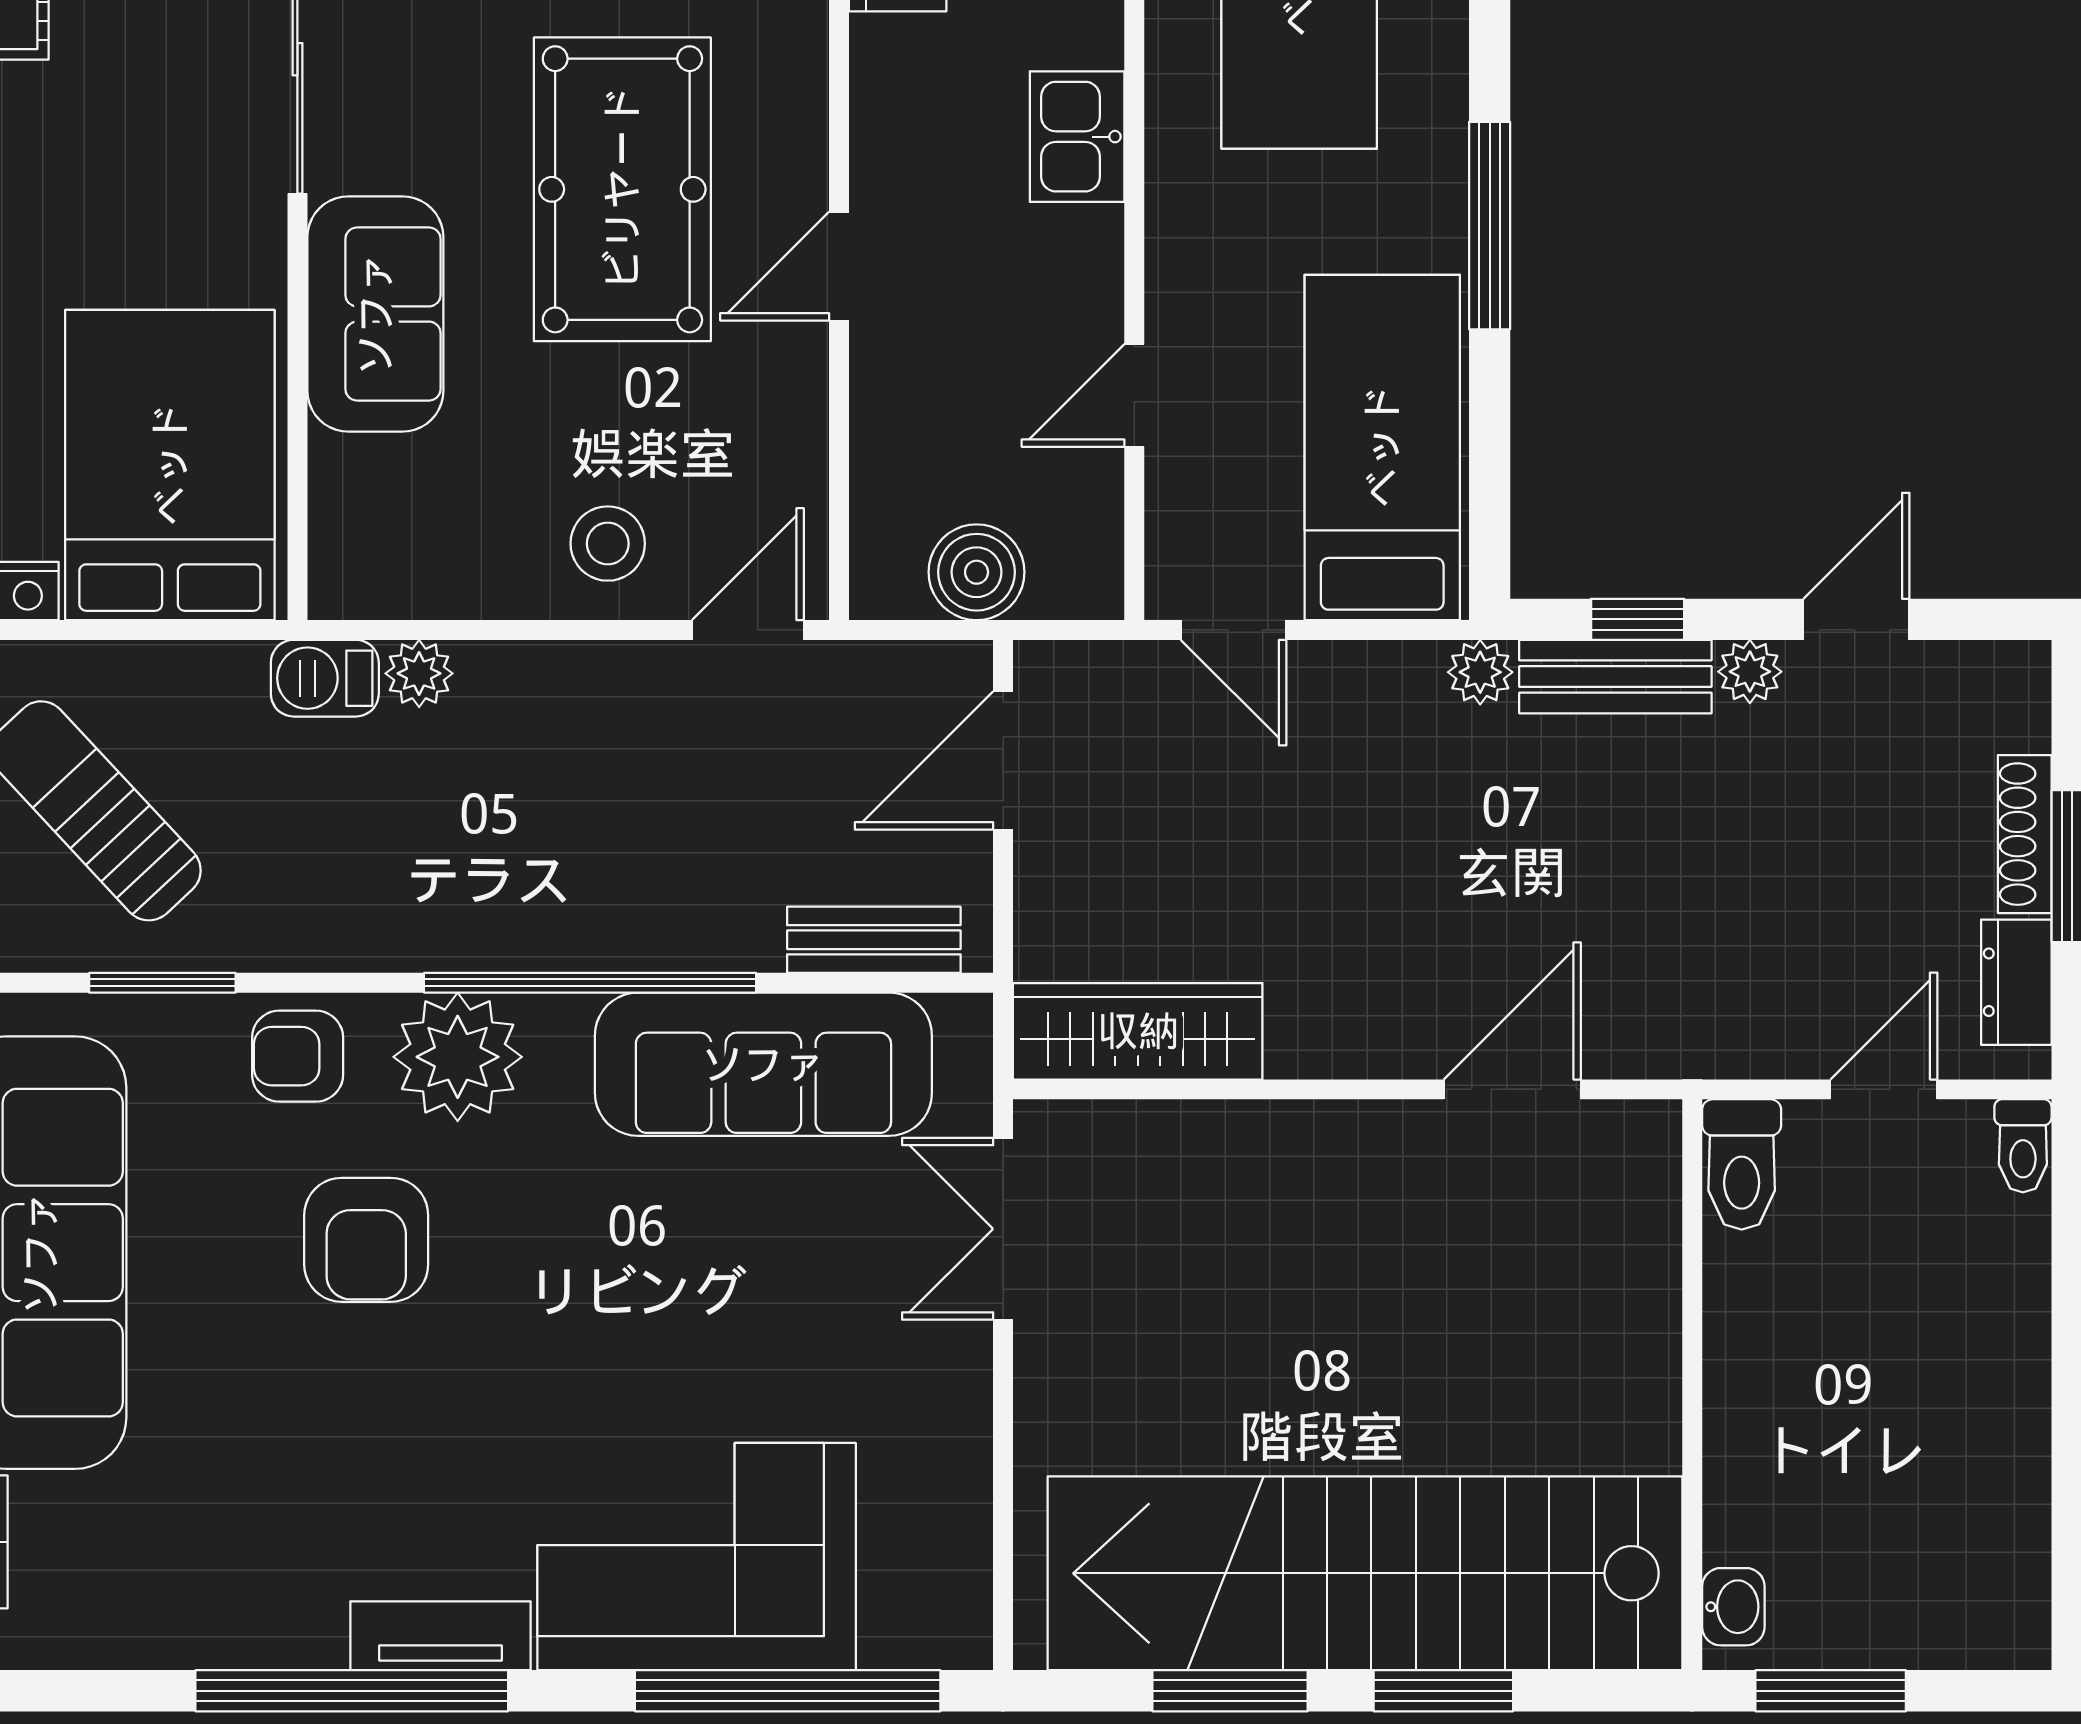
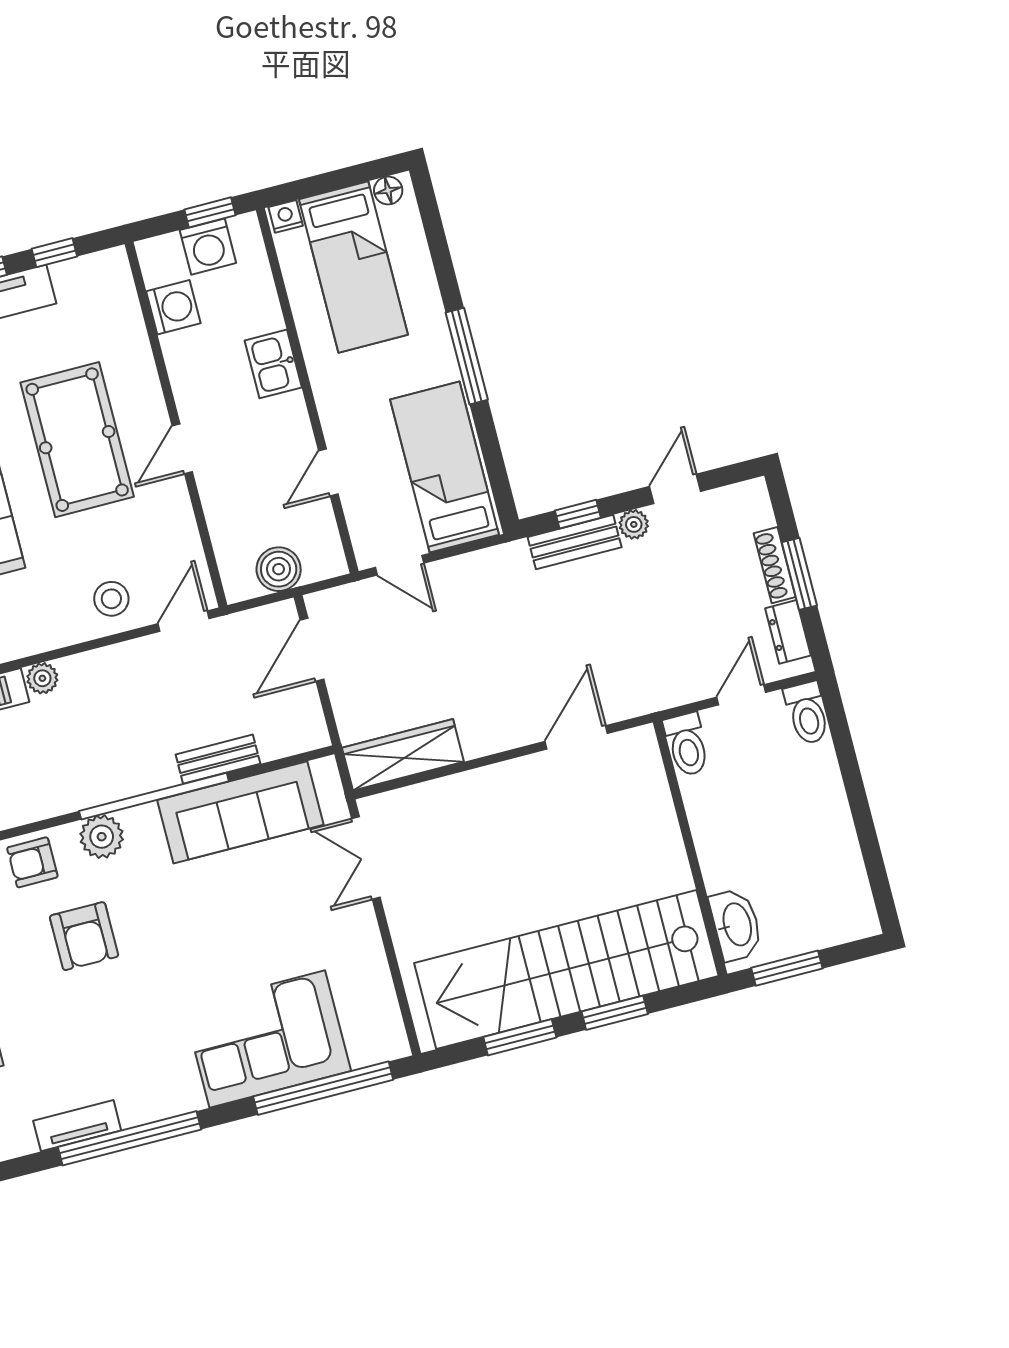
plant: (1480, 672) -> (514, 556), removed
bench: (874, 940) -> (218, 759), moved
plant: (458, 1057) -> (102, 837), width x0.73, depth x0.73
toilet: (2023, 1146) -> (807, 713), width x1.37, depth x1.39
washbasin: (1733, 1607) -> (736, 925), width x1.91, depth x1.45
tv unit: (441, 1636) -> (77, 1126), moved

